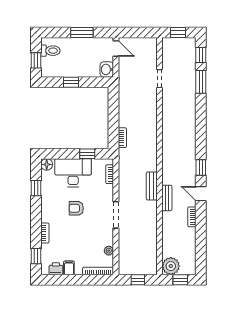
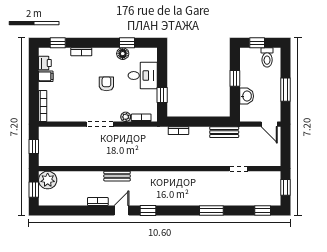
door: (116, 49) -> (269, 124), hinge flipped
washbasin: (107, 69) -> (247, 96), moved, turned 90
window: (201, 82) -> (211, 211), moved
floor lamp: (47, 164) -> (123, 54), moved
desk: (73, 173) -> (143, 76), width x0.73
bench: (152, 186) -> (224, 132), moved
plant: (109, 251) -> (126, 117), moved

